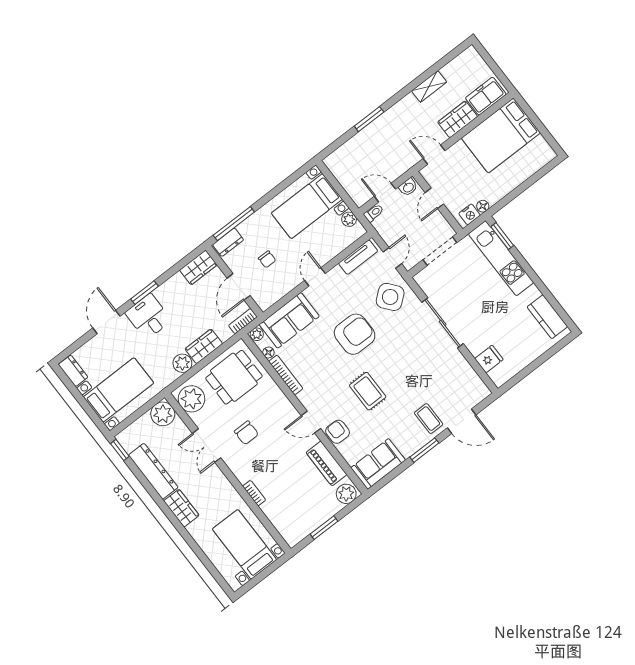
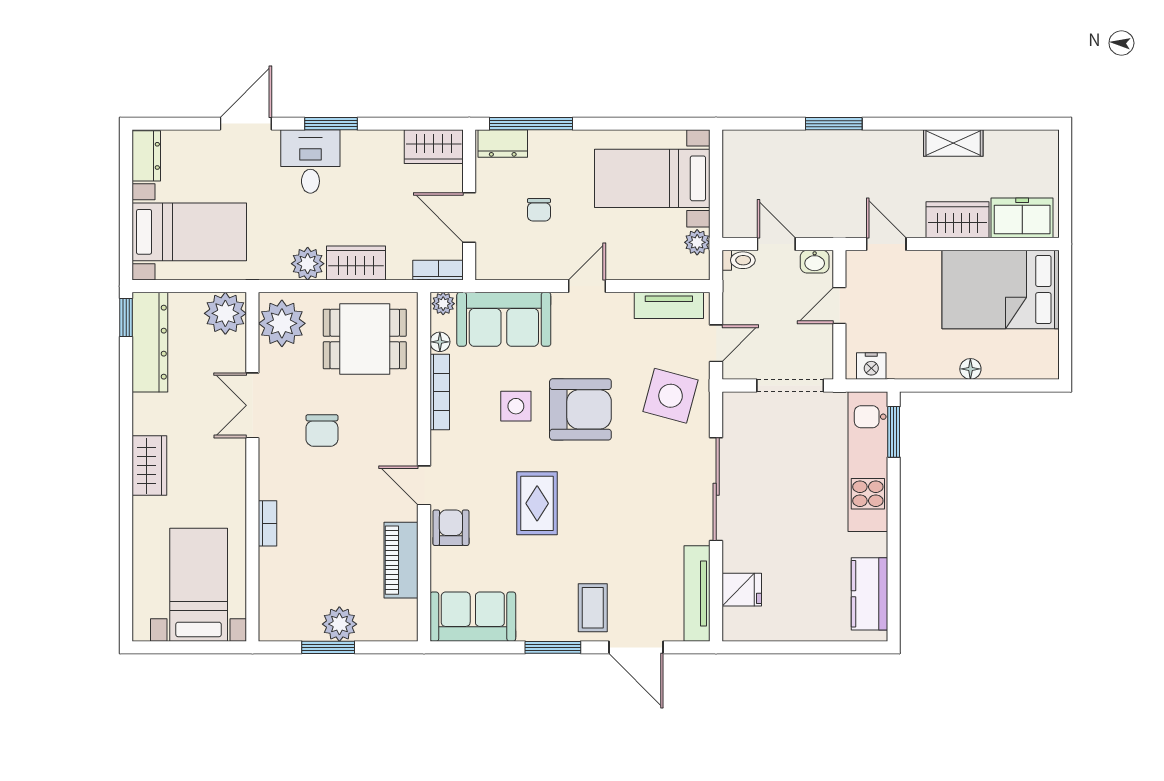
floor lamp: (483, 206) -> (970, 369), moved
door: (239, 287) -> (469, 217), hinge flipped
side table: (390, 297) -> (671, 396), turned -36
side table: (325, 355) -> (516, 406), added
tv unit: (470, 376) -> (697, 593), added
dresser: (153, 471) -> (150, 342), moved
plant: (346, 494) -> (339, 624), moved

